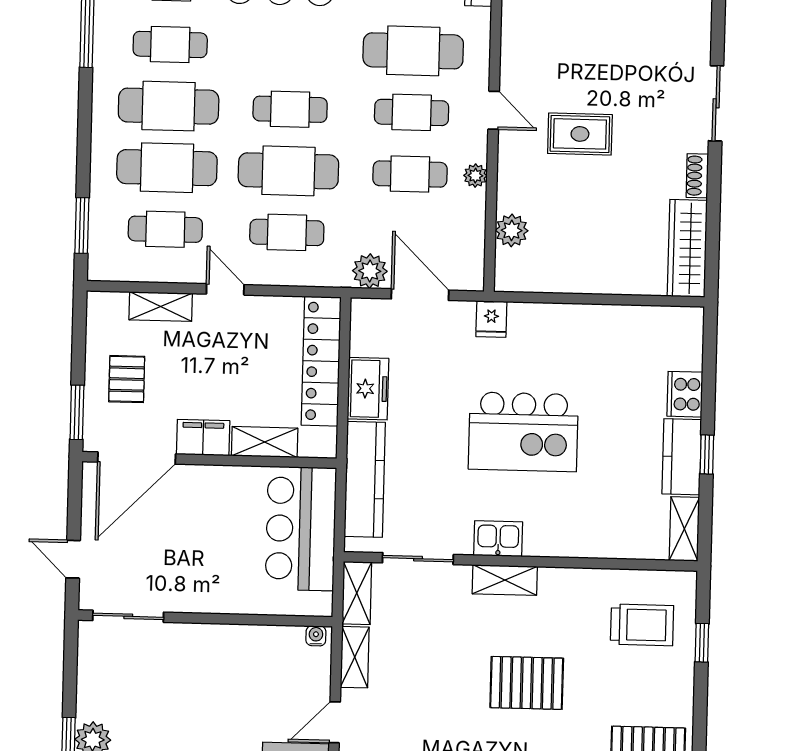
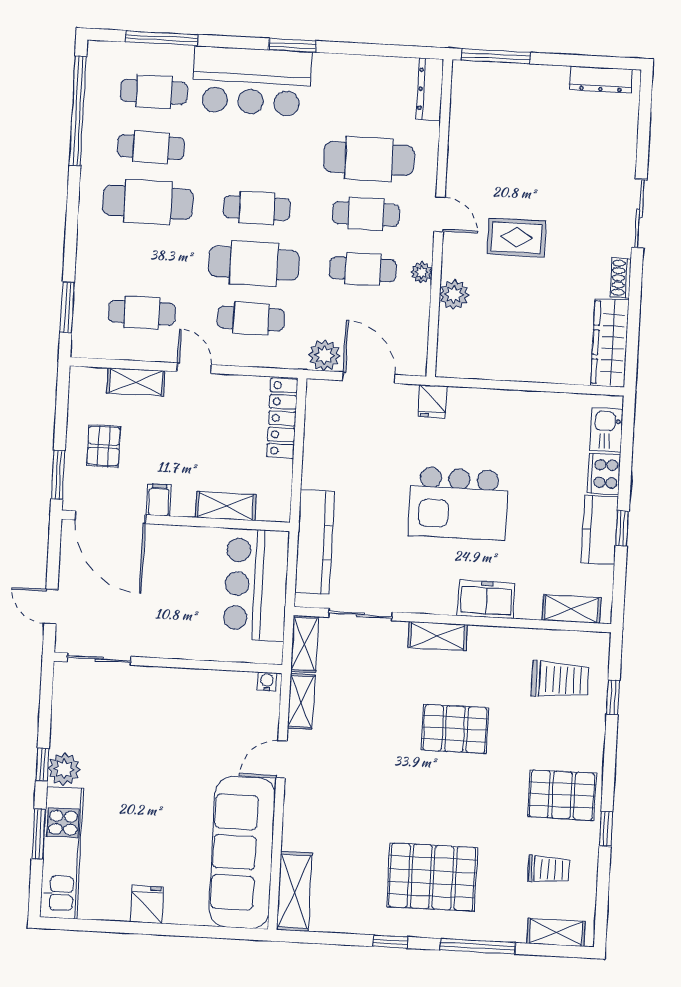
cafe table: (167, 168) -> (145, 257), removed
plant: (512, 230) -> (454, 295), moved
locker: (321, 361) -> (282, 418), width x0.71, depth x0.83
freezer: (368, 389) -> (486, 599), moved, turned -90
filing cabinet: (203, 438) -> (159, 500), width x0.50
door: (137, 458) -> (110, 517), hinge flipped
shelving: (684, 529) -> (571, 609), moved, turned 90
kitchen sink: (498, 539) -> (606, 430), moved, turned -90

